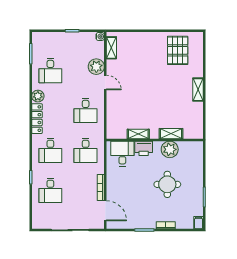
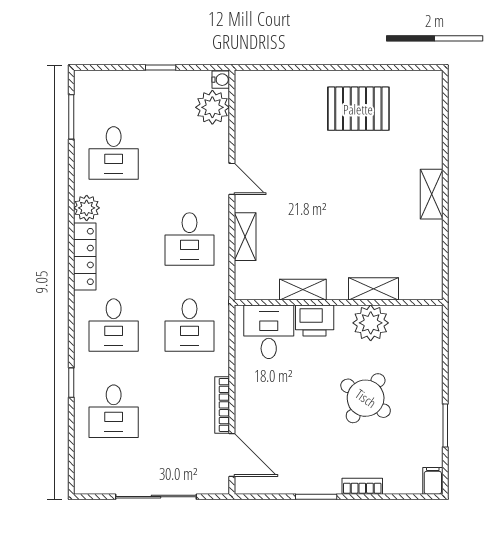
shelving: (111, 48) -> (245, 237), moved
pallet: (178, 50) -> (358, 109), moved, turned 90
plant: (96, 67) -> (212, 107), moved
round table: (167, 184) -> (366, 398), turned 35

